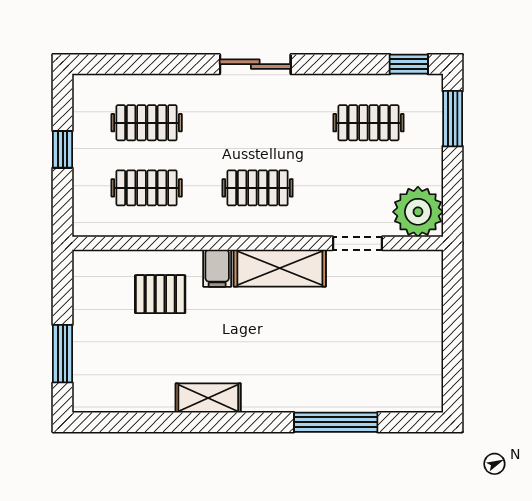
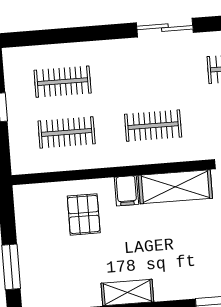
sliding door: (255, 64) -> (165, 28), moved
pallet: (160, 294) -> (84, 214), turned 90

